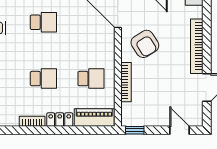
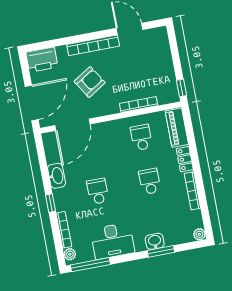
armchair: (145, 44) -> (90, 82), moved
bookcase: (32, 121) -> (192, 191), width x1.56
door: (180, 130) -> (174, 47), removed

